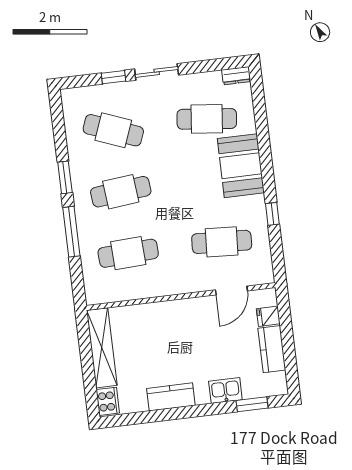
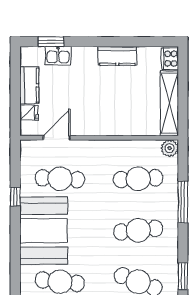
booth: (241, 166) -> (44, 231), width x1.36, depth x1.42
window: (65, 177) -> (183, 276), moved
plant: (95, 294) -> (170, 148), added
kitchen sink: (225, 391) -> (58, 56), moved

